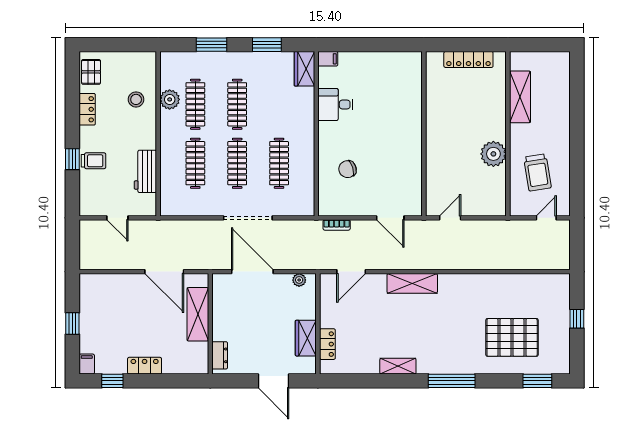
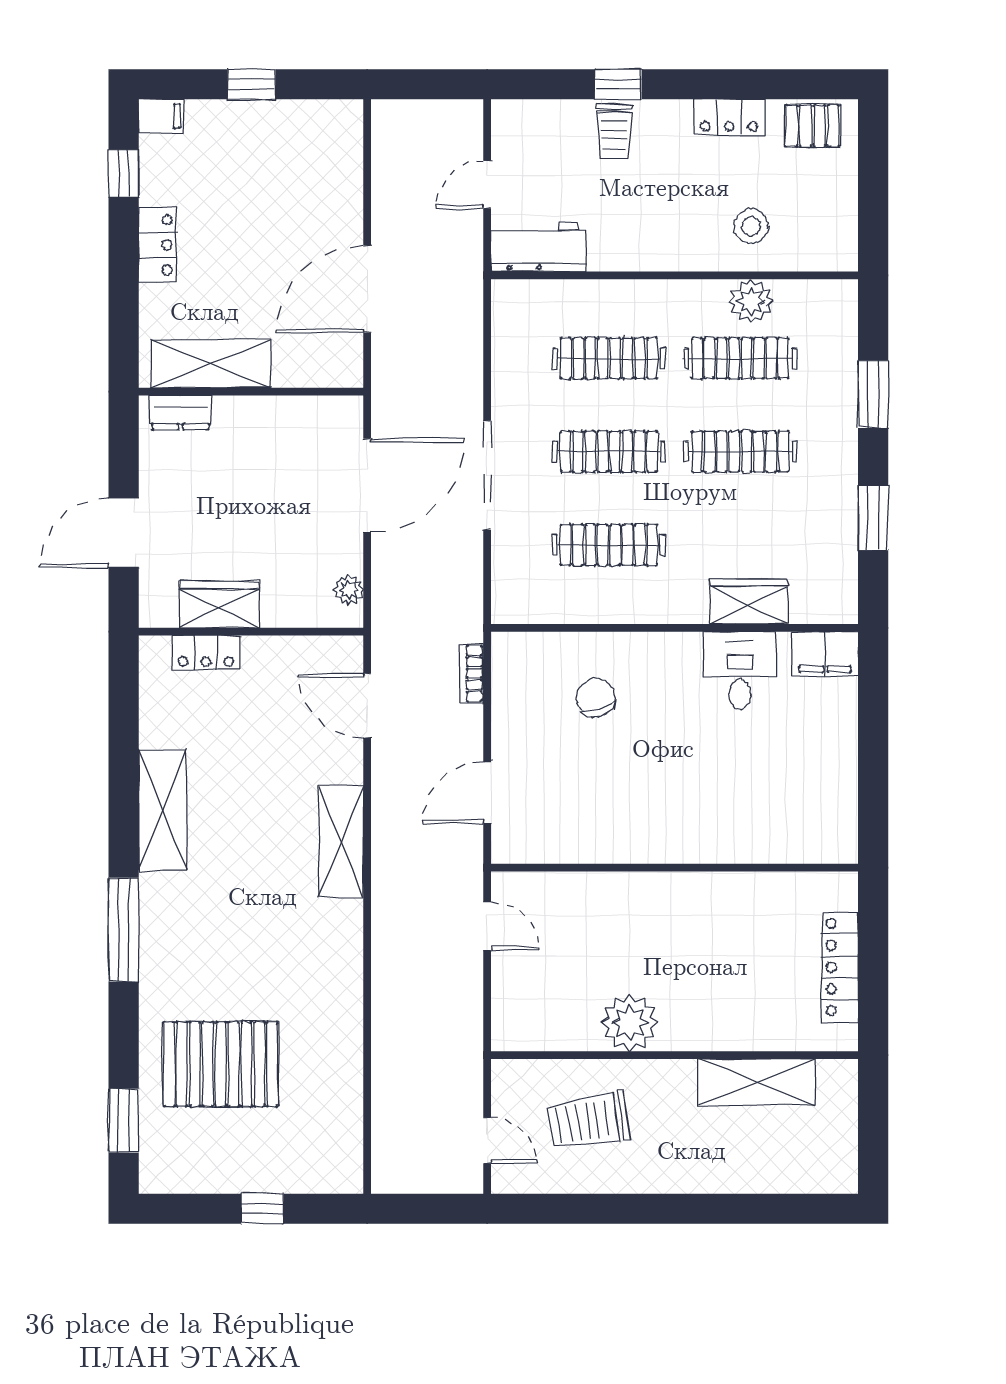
filing cabinet: (328, 59) -> (825, 654), width x2.00
wardrobe: (304, 69) -> (749, 601), moved
workbench: (145, 171) -> (538, 247), moved
shelving: (198, 314) -> (211, 364), moved
pallet: (512, 337) -> (221, 1064), turned 90
shelving: (398, 366) -> (163, 810), width x1.50, depth x1.33

